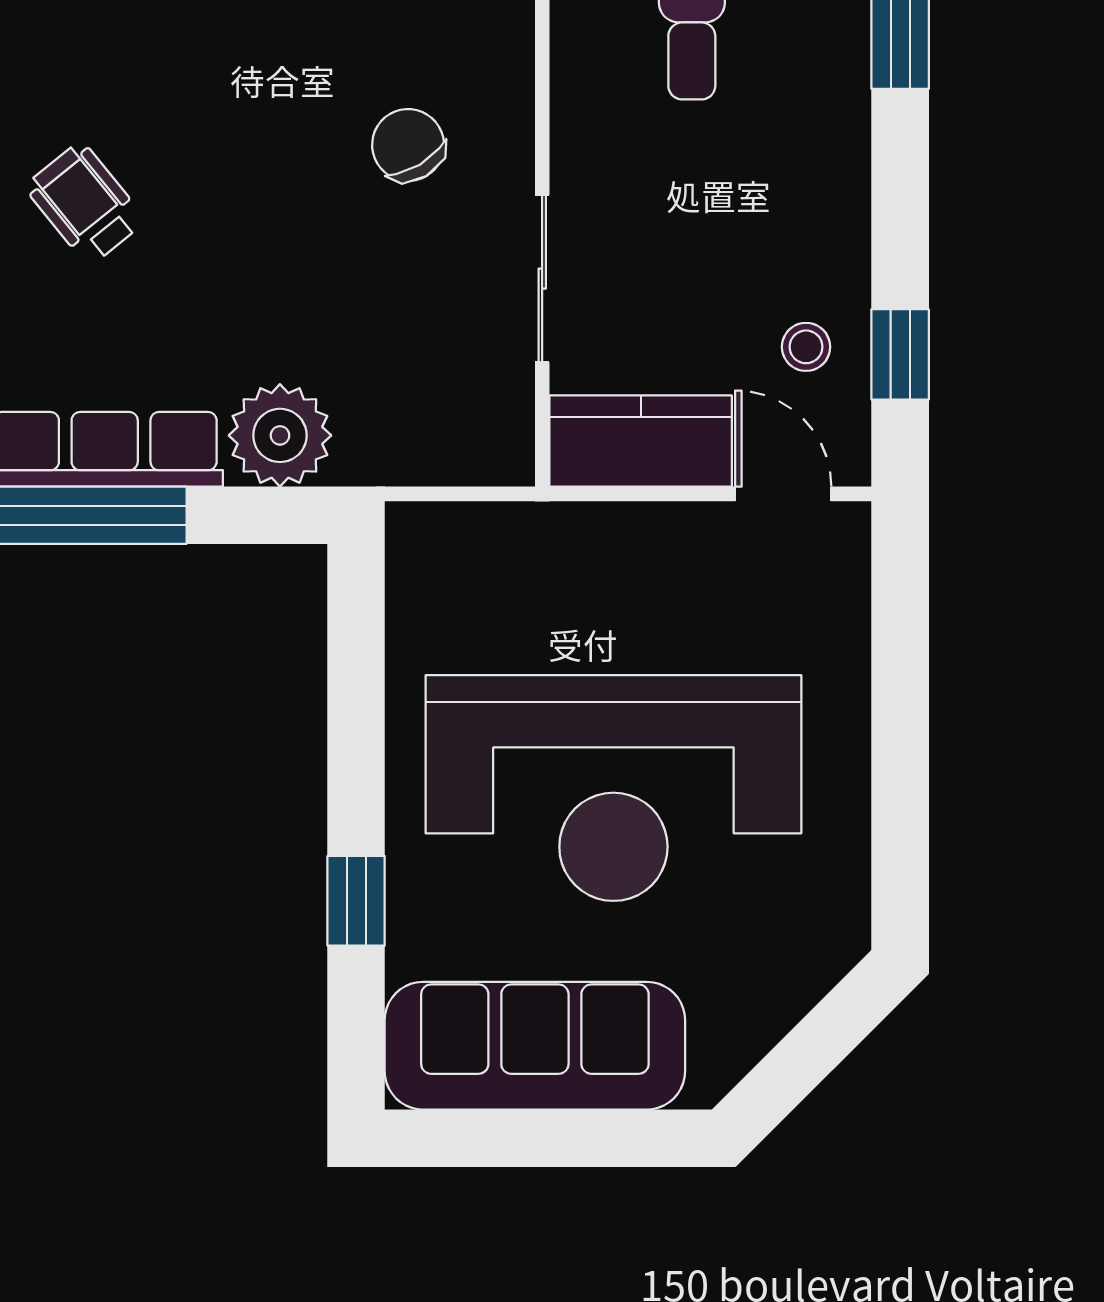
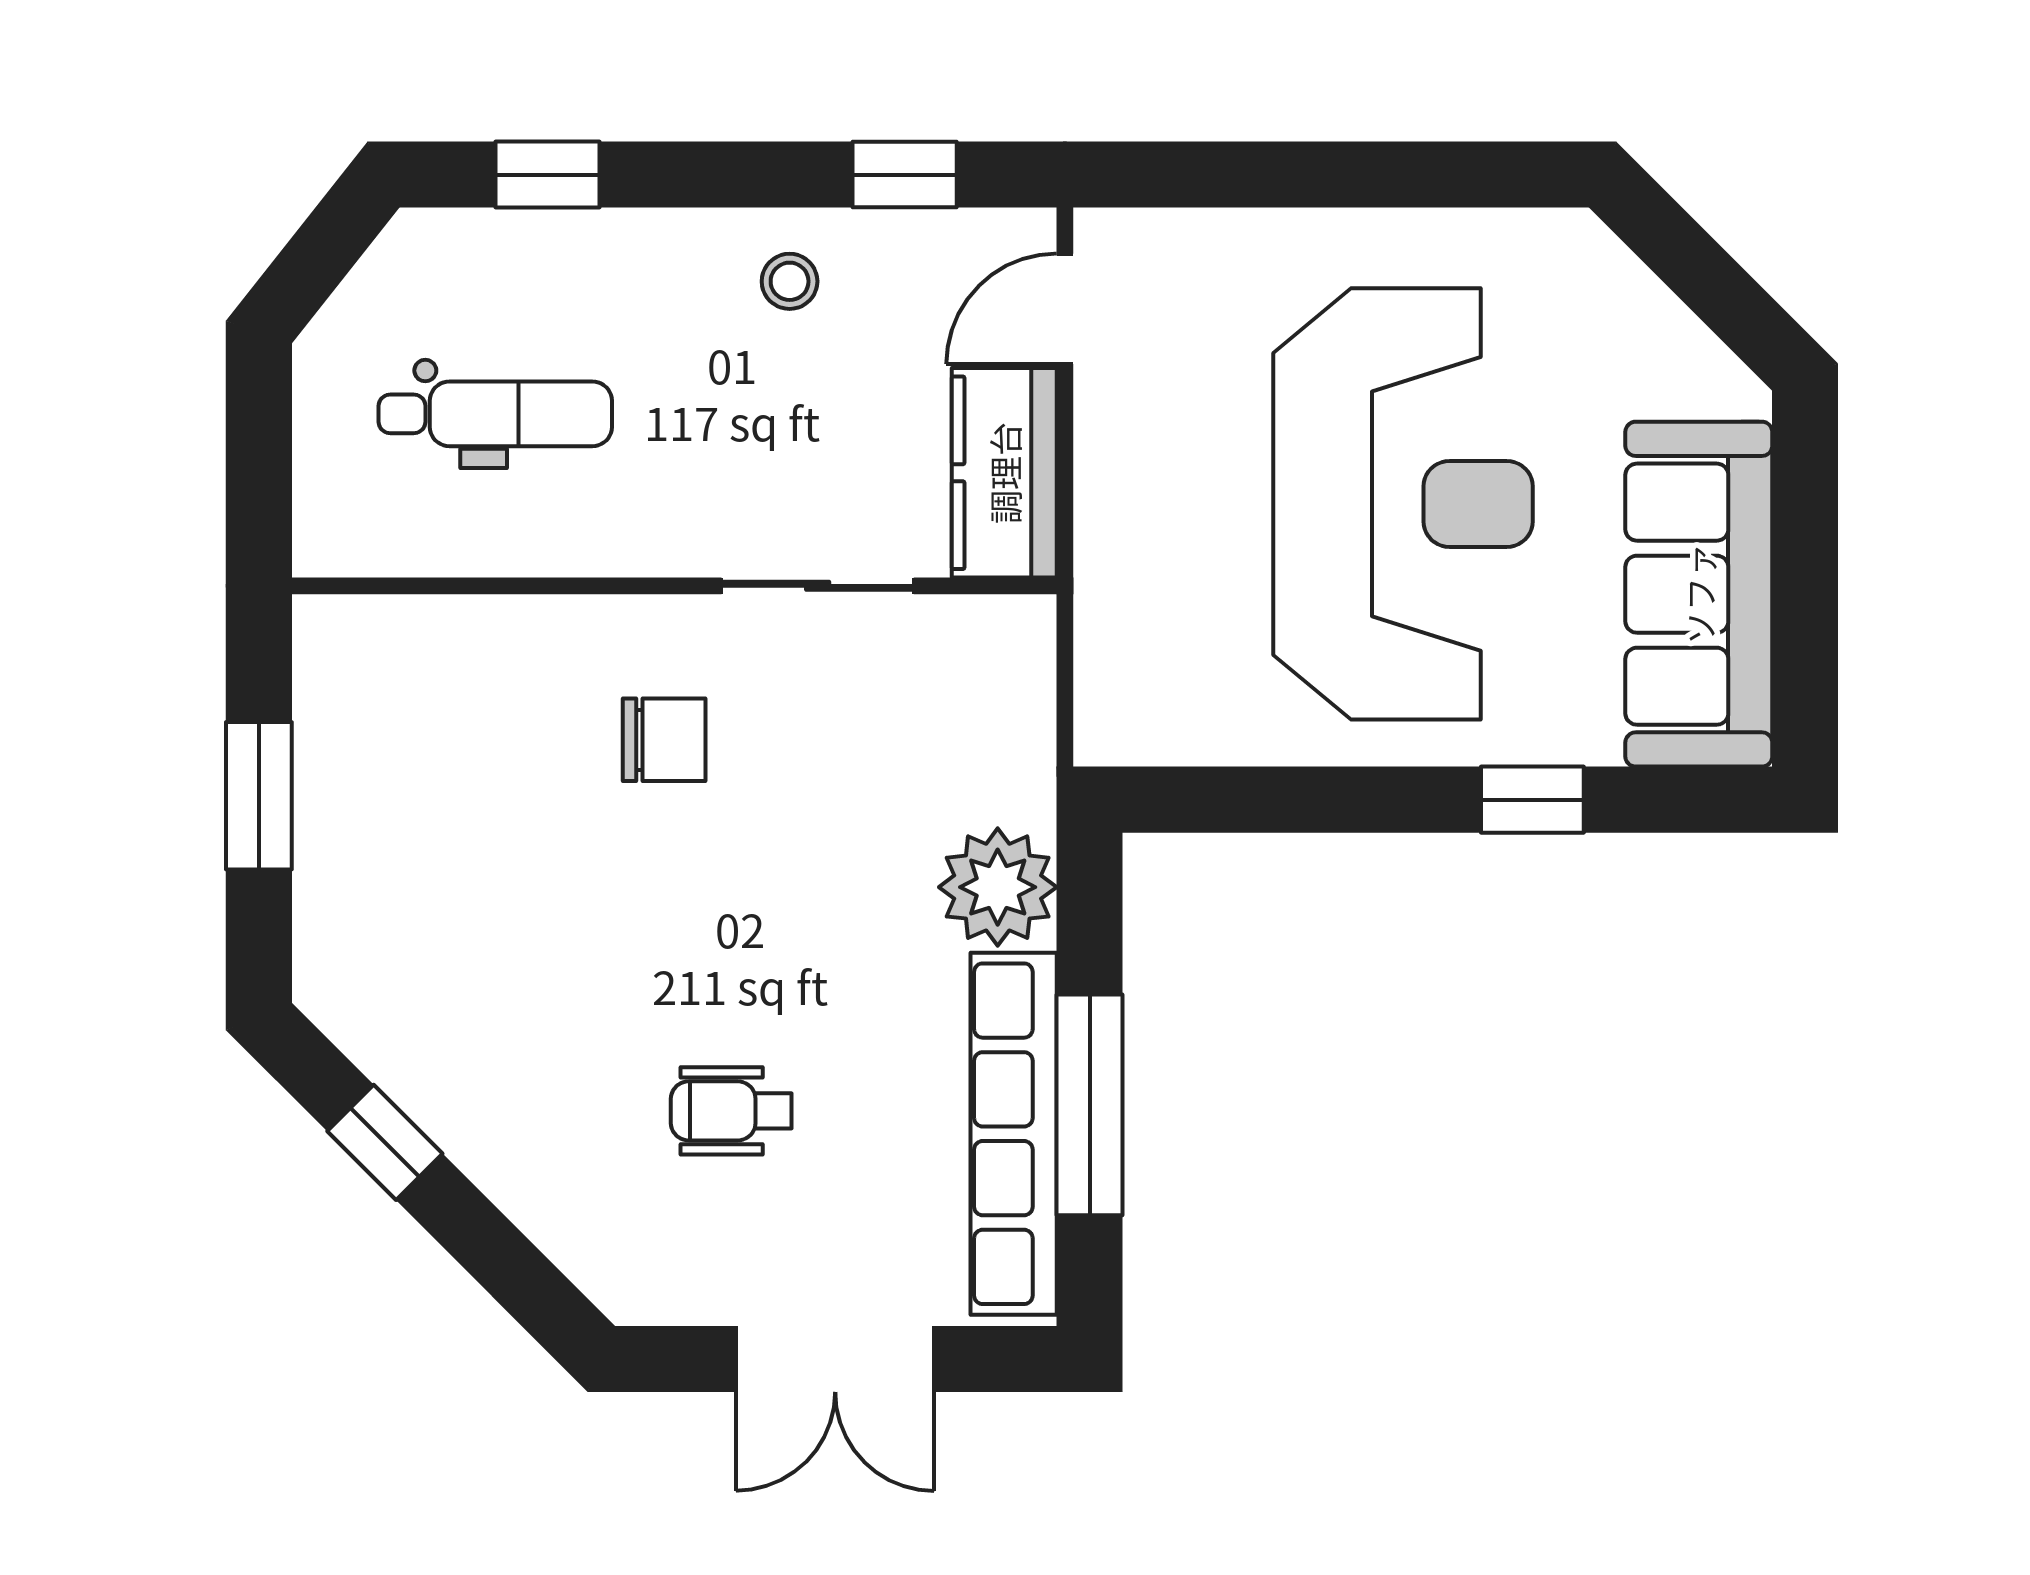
chair: (408, 145) -> (664, 740), turned -149
wheelchair: (85, 204) -> (731, 1111), turned 39
stool: (806, 347) -> (790, 281), moved

